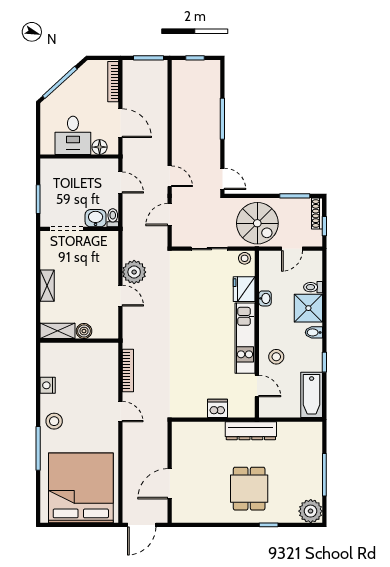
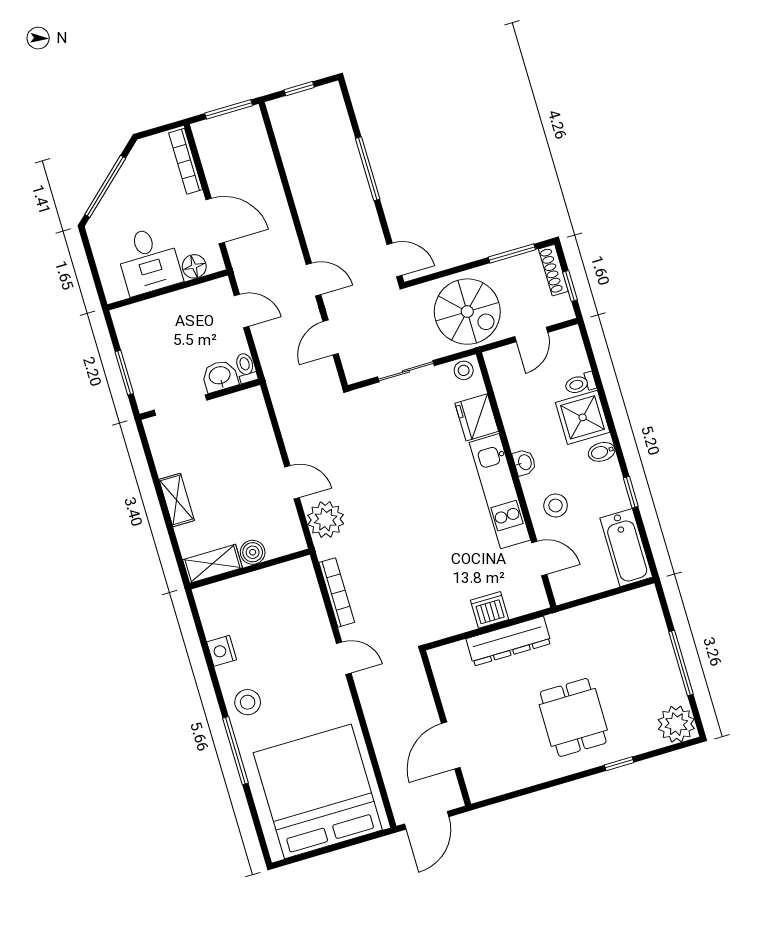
plant: (134, 272) -> (326, 520), moved
washbasin: (265, 298) -> (524, 462), moved
dresser: (251, 431) -> (509, 641), moved

